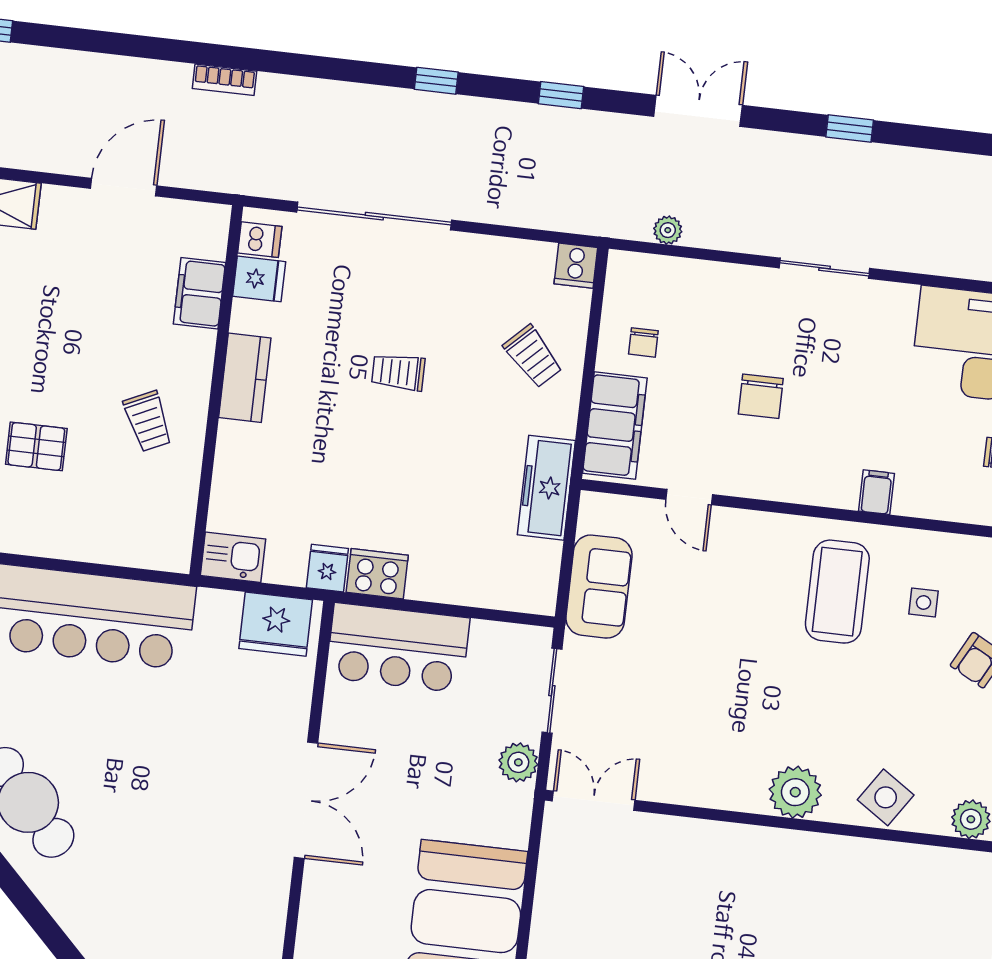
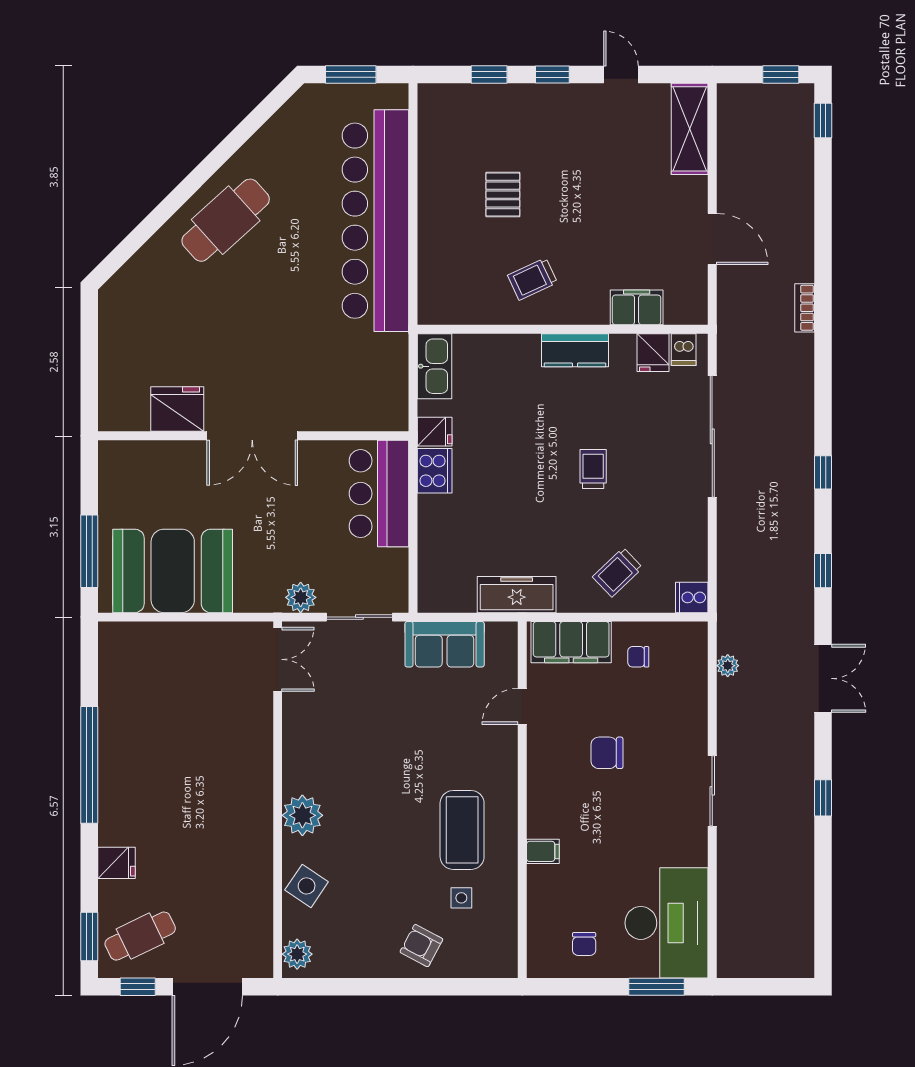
kitchen sink: (233, 557) -> (434, 366), width x1.38
coffee table: (837, 592) -> (462, 830), turned 90
fridge: (276, 624) -> (177, 409), moved, turned 90

